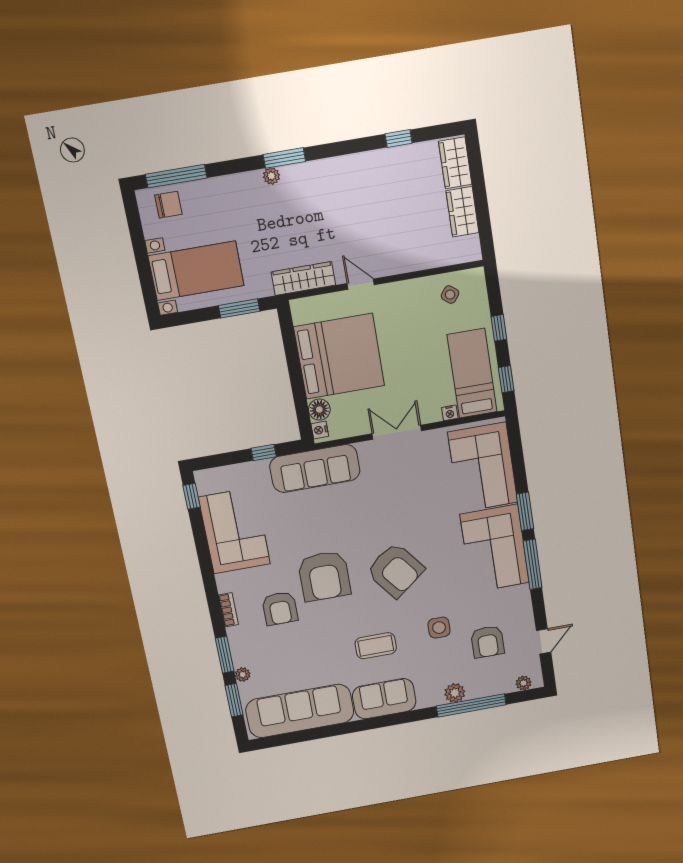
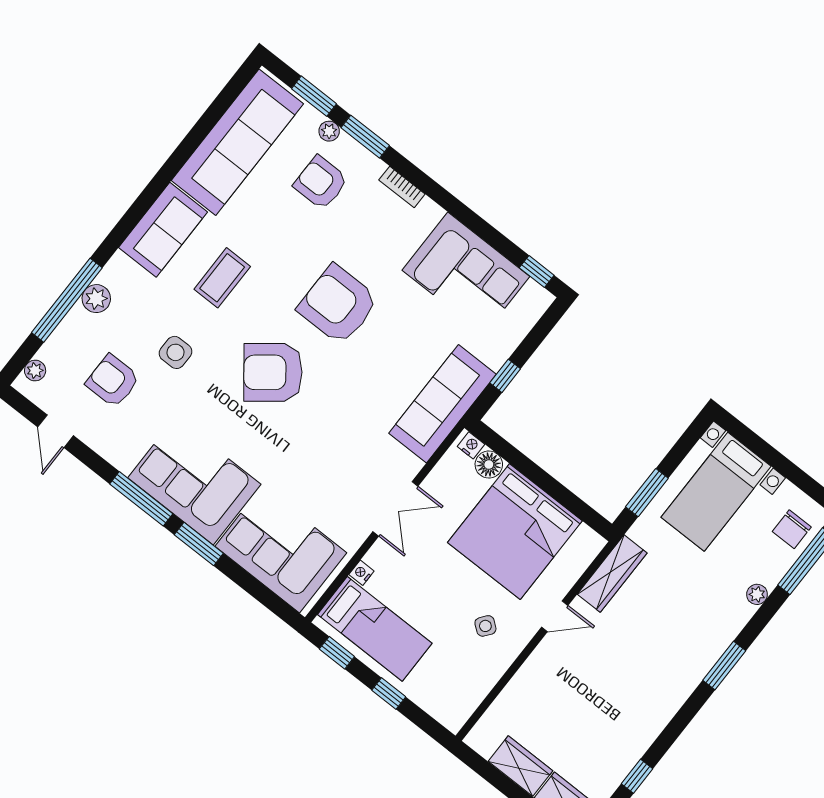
plant: (271, 176) -> (757, 594), moved
side table: (450, 295) -> (485, 626), moved
armchair: (280, 608) -> (321, 183), moved

